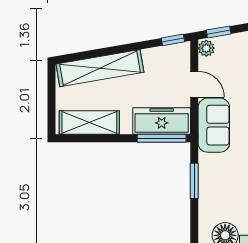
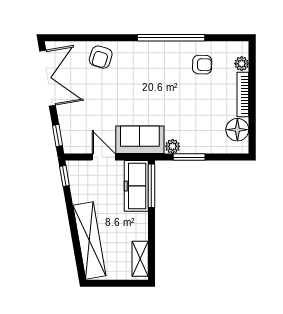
plant: (206, 48) -> (173, 146), moved
door: (194, 84) -> (104, 157), hinge flipped
shelving: (89, 122) -> (140, 259), width x0.67, depth x0.75

